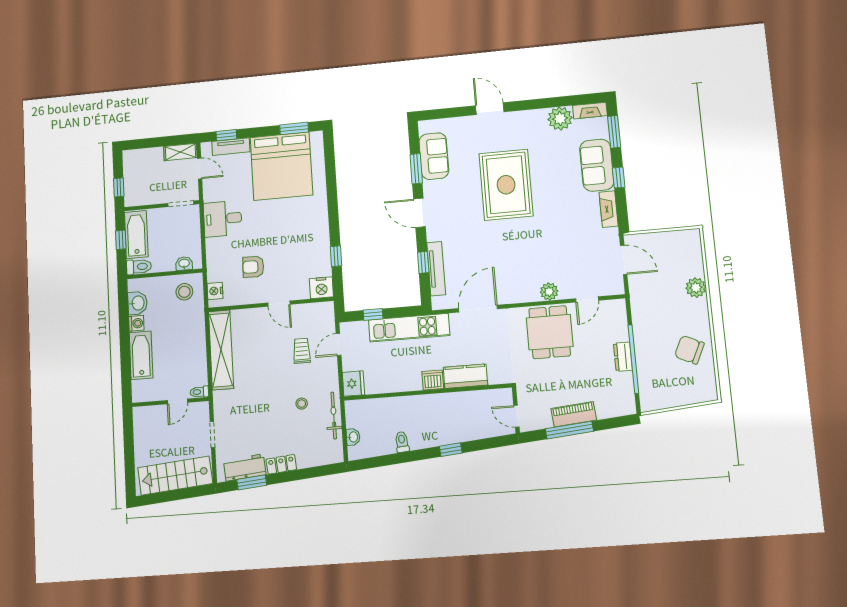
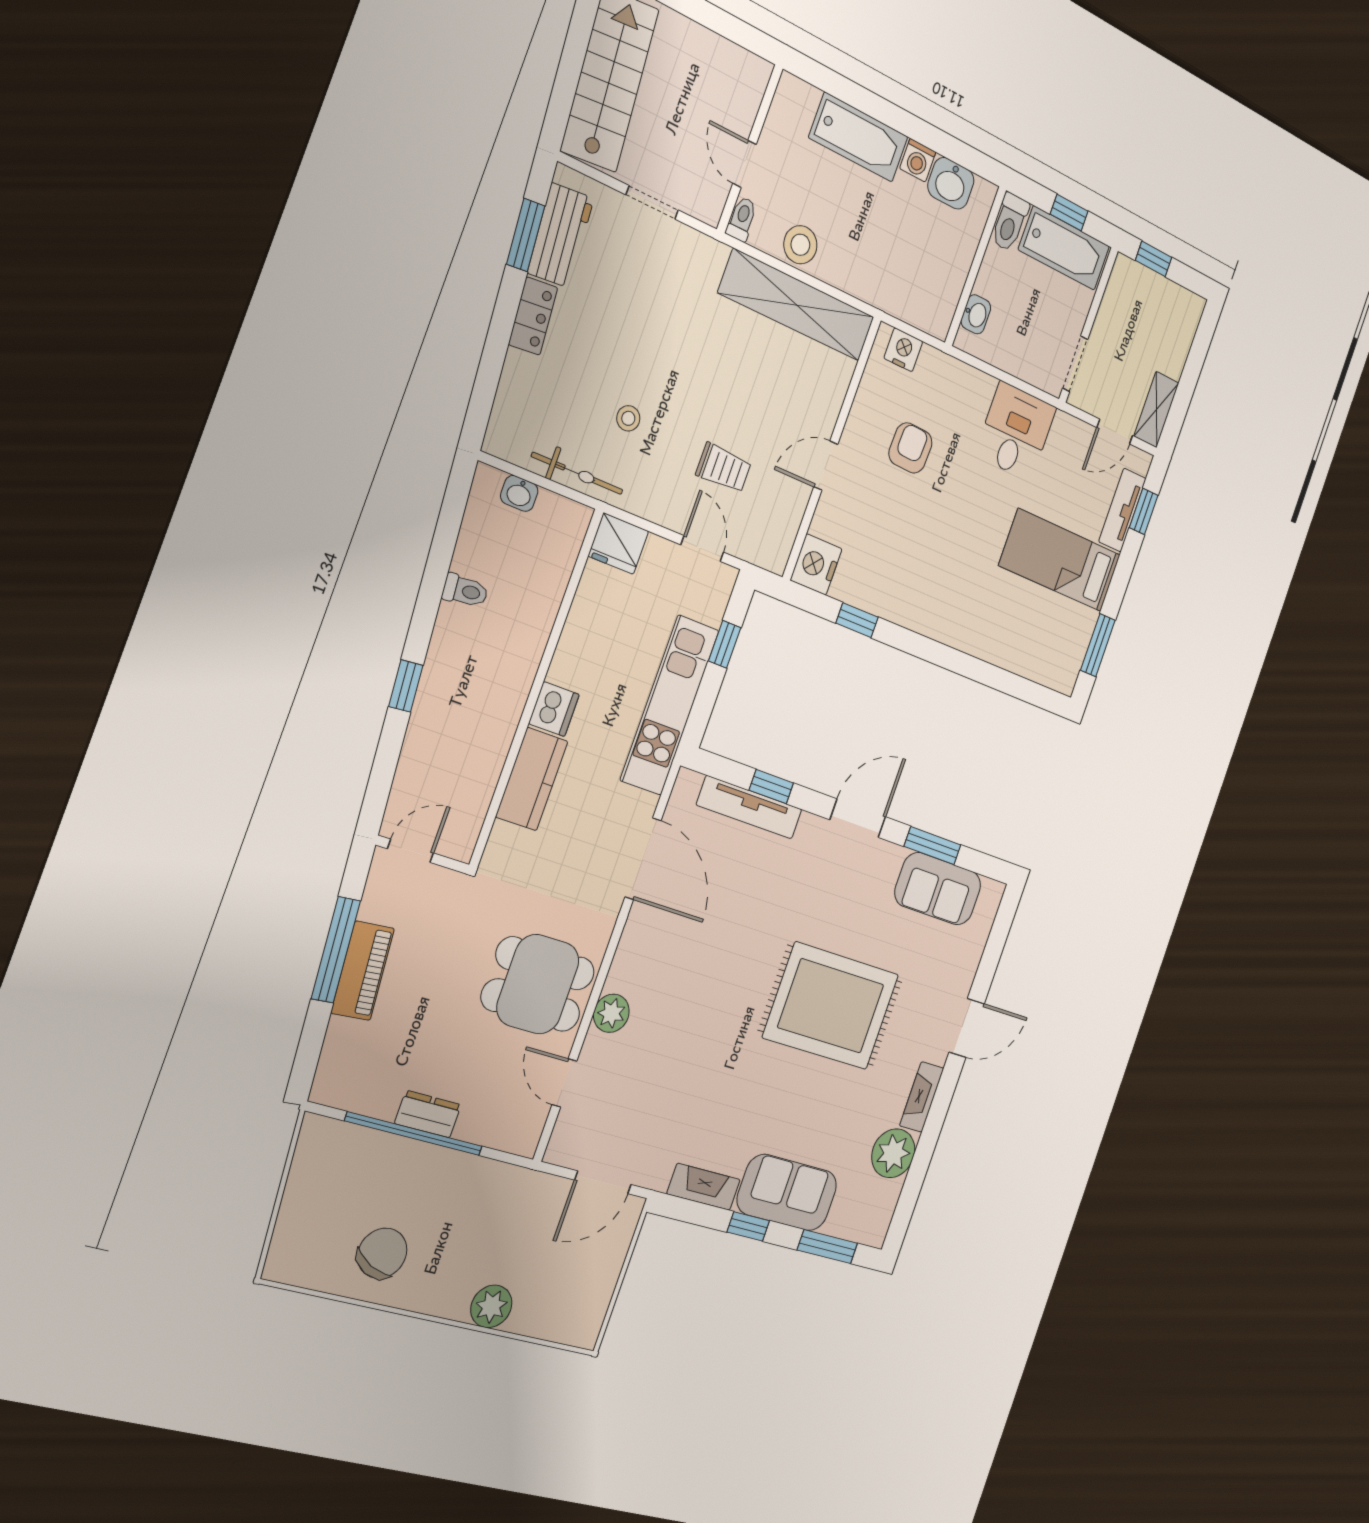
fireplace: (590, 111) -> (922, 1097), moved
bed: (281, 166) -> (1060, 560), width x0.49
stool: (184, 292) -> (800, 245), moved

